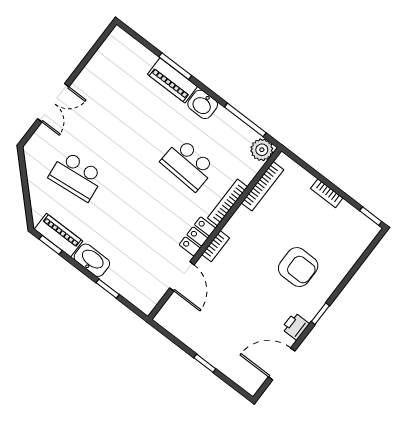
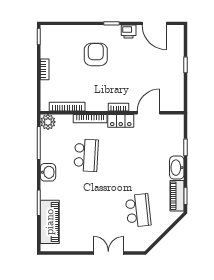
piano: (173, 80) -> (50, 222), moved, width x1.37, depth x1.33

